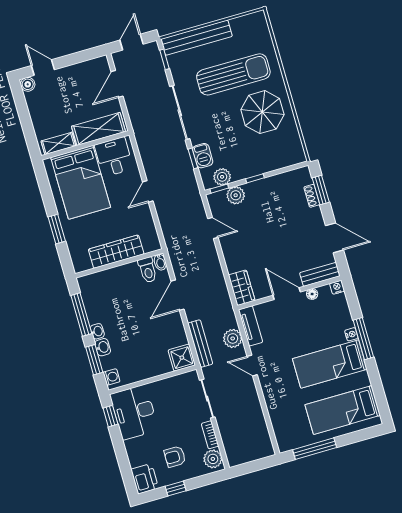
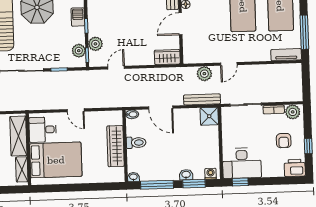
barbecue: (203, 156) -> (78, 17), moved, turned -90
window: (57, 229) -> (87, 187), removed
toilet: (148, 270) -> (136, 143), moved
tv unit: (251, 326) -> (286, 55), moved
washbasin: (97, 331) -> (133, 177), moved

